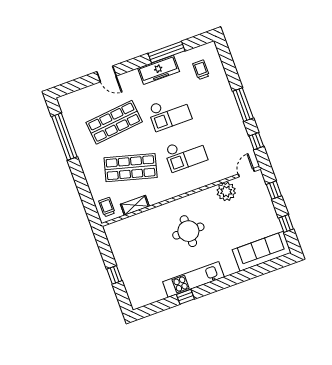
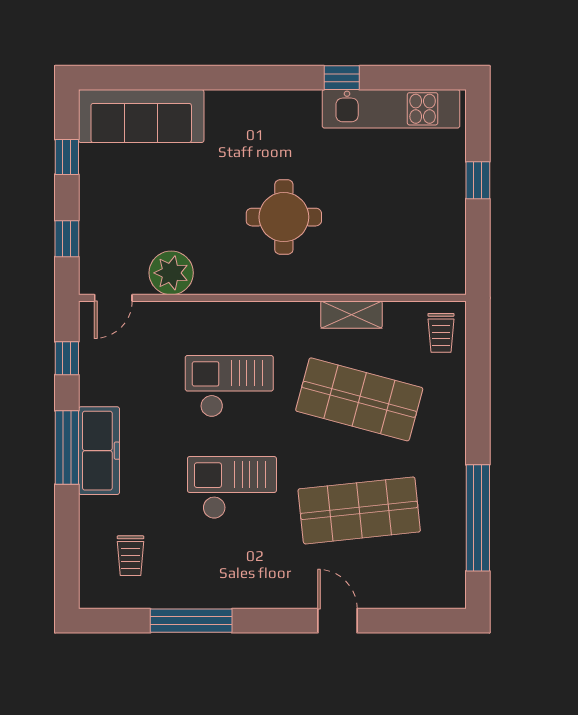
freezer: (159, 70) -> (99, 451), moved, turned 90
shelving: (135, 205) -> (351, 315), moved
kitchen unit: (193, 279) -> (391, 109), moved

